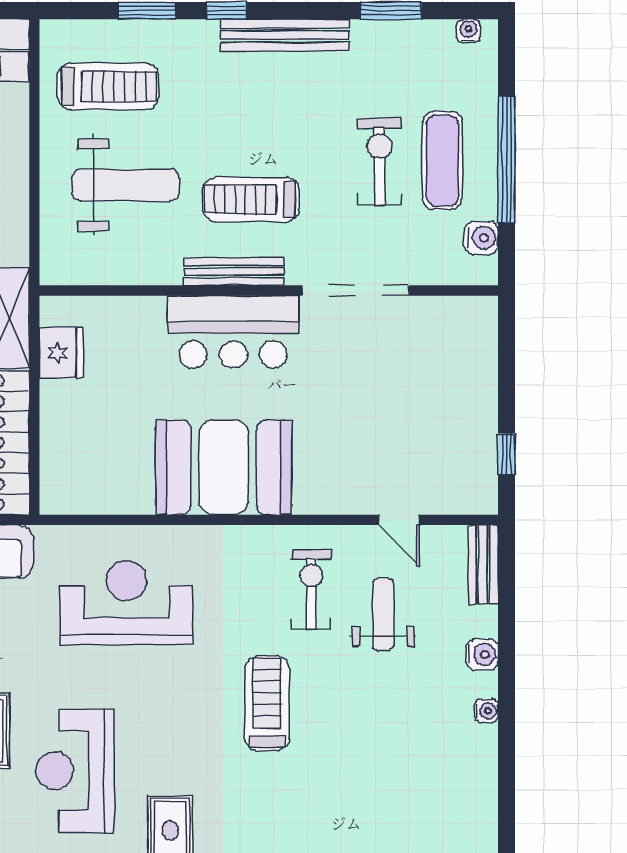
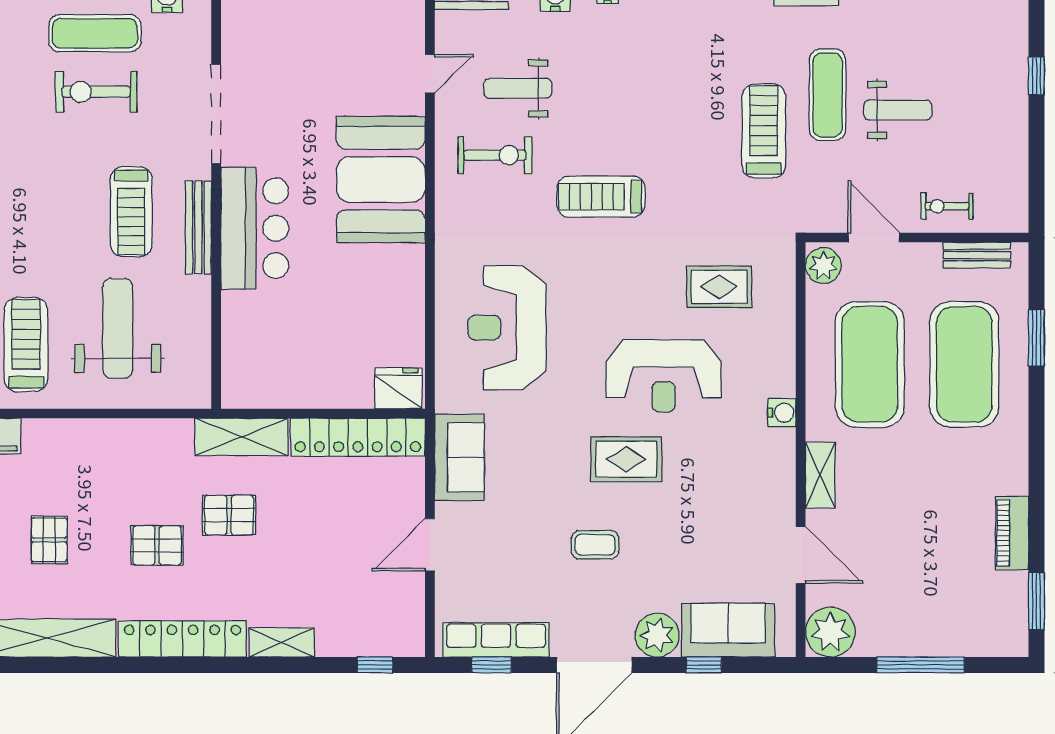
fridge: (61, 353) -> (398, 388), moved
booth: (224, 467) -> (381, 180), moved
exercise bike: (312, 590) -> (495, 155), turned 180

